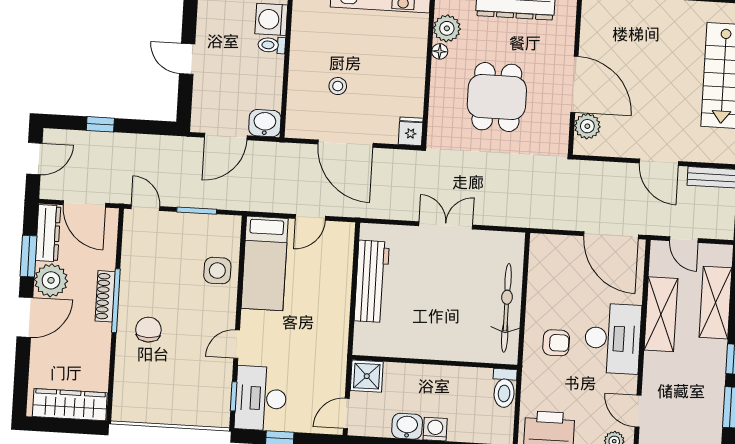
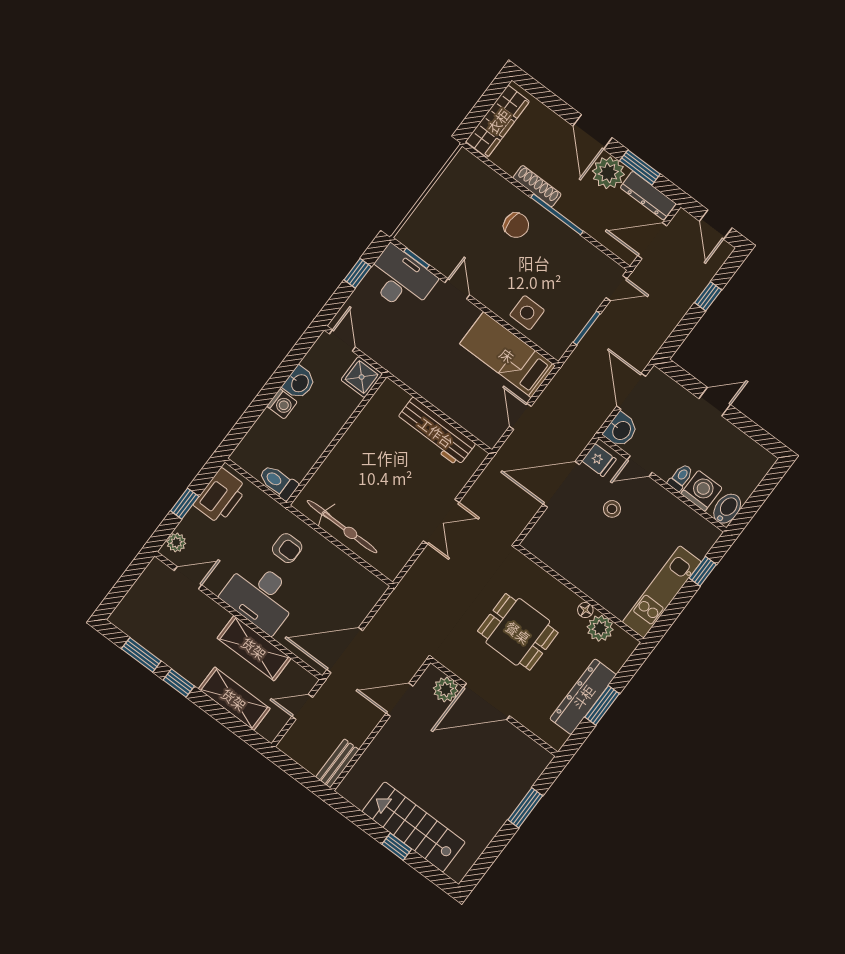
door: (285, 87) -> (640, 466), added
fridge: (411, 131) -> (599, 460), moved
door: (659, 162) -> (400, 700), moved
shoe rack: (105, 296) -> (537, 186), moved
armchair: (556, 343) -> (287, 548), turned -90

